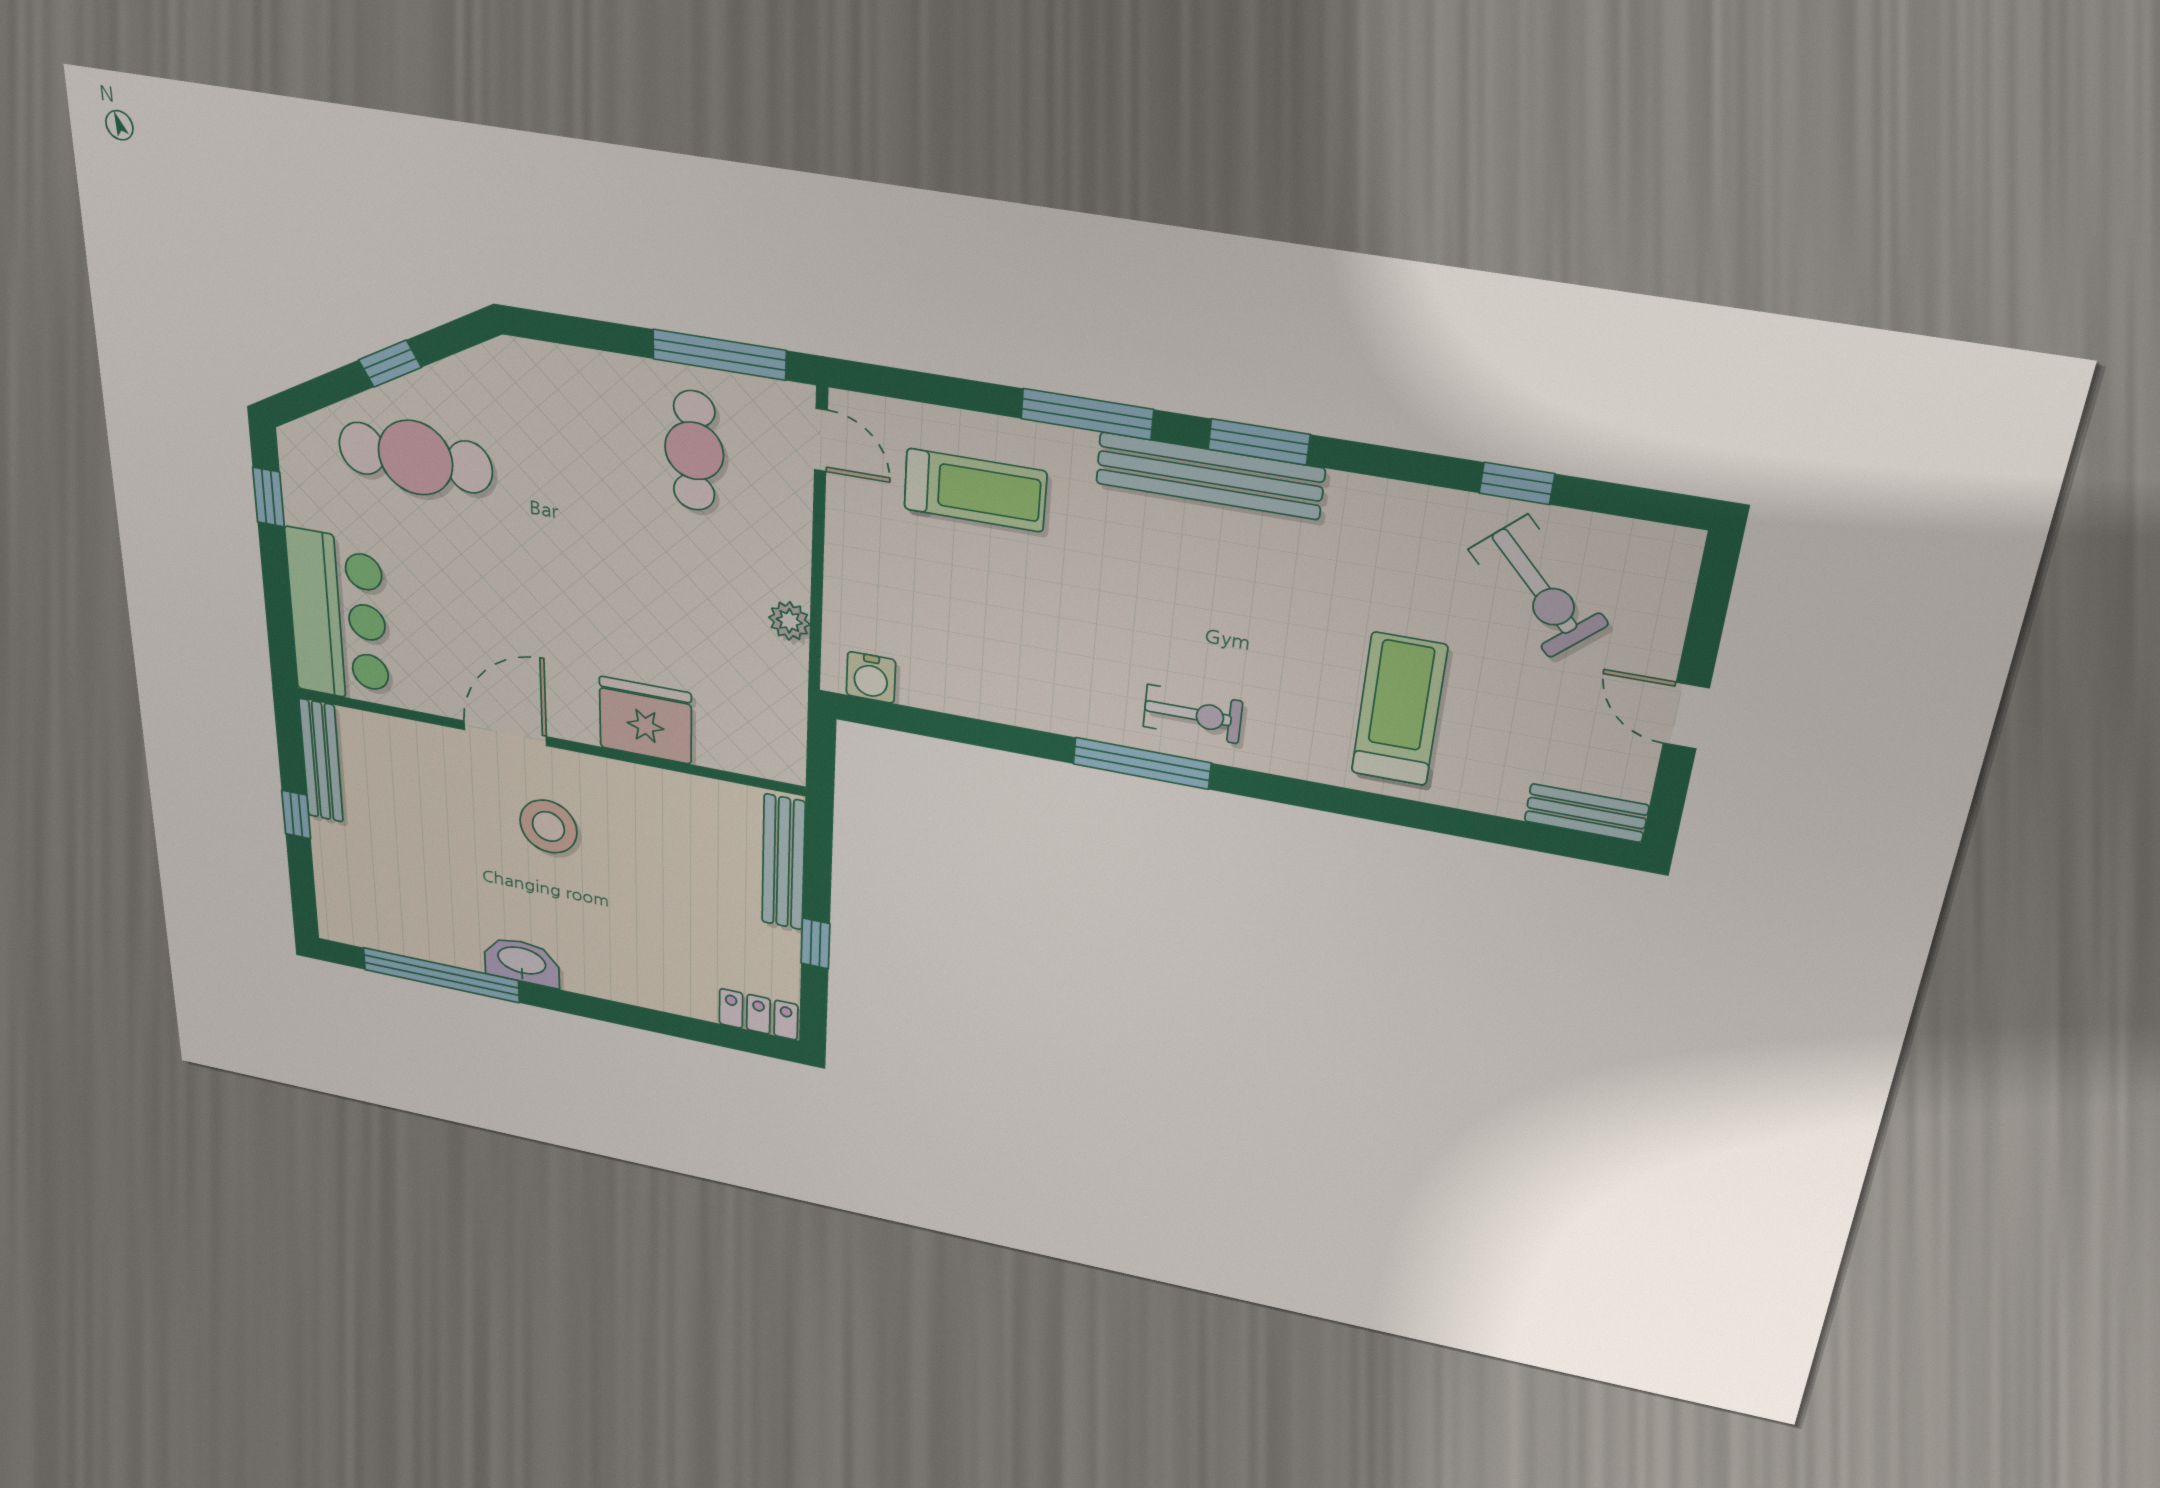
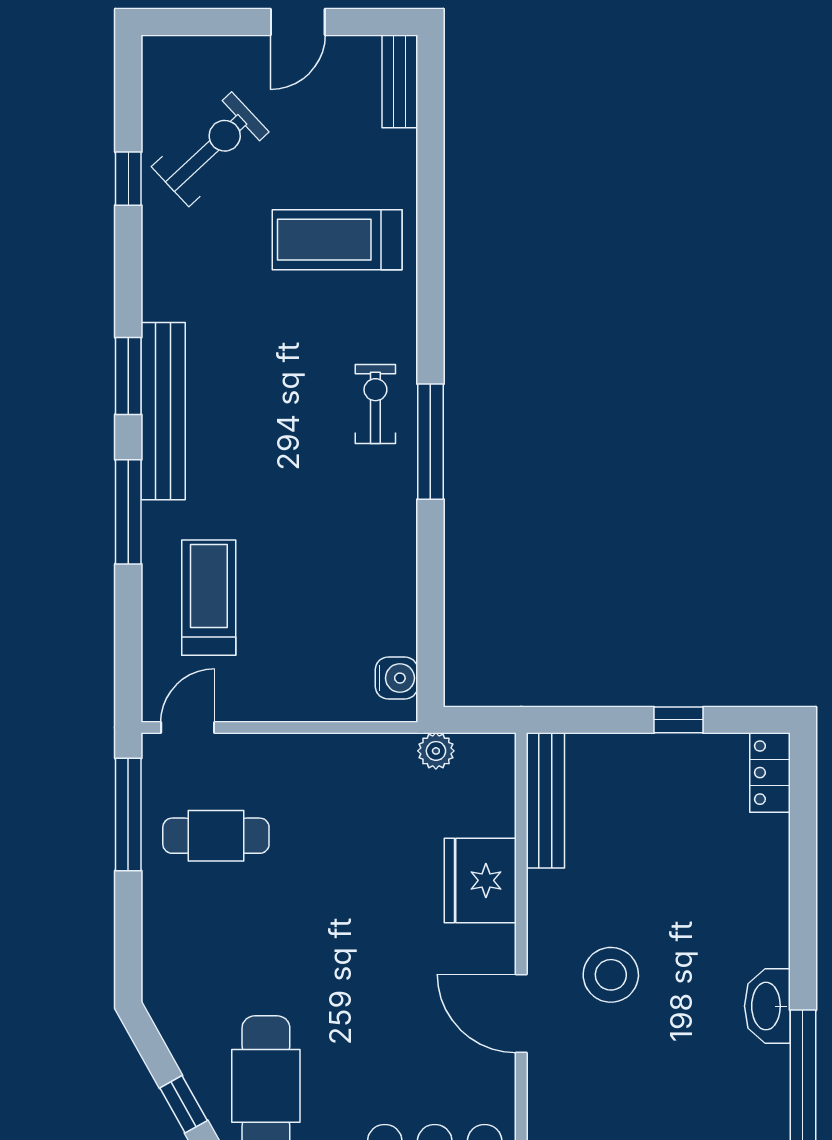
plant: (789, 621) -> (436, 751), moved
bench: (783, 862) -> (545, 800), moved, turned 90

